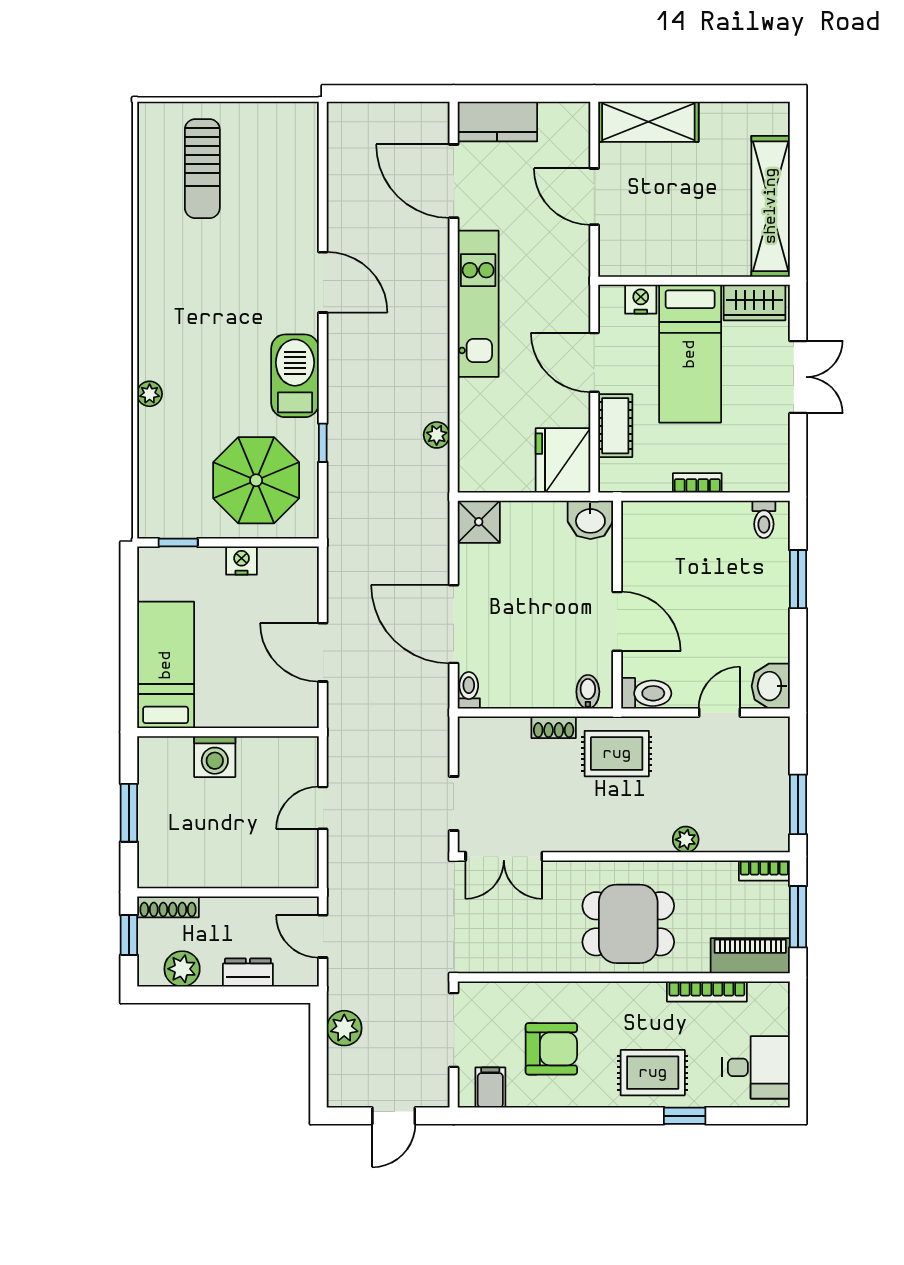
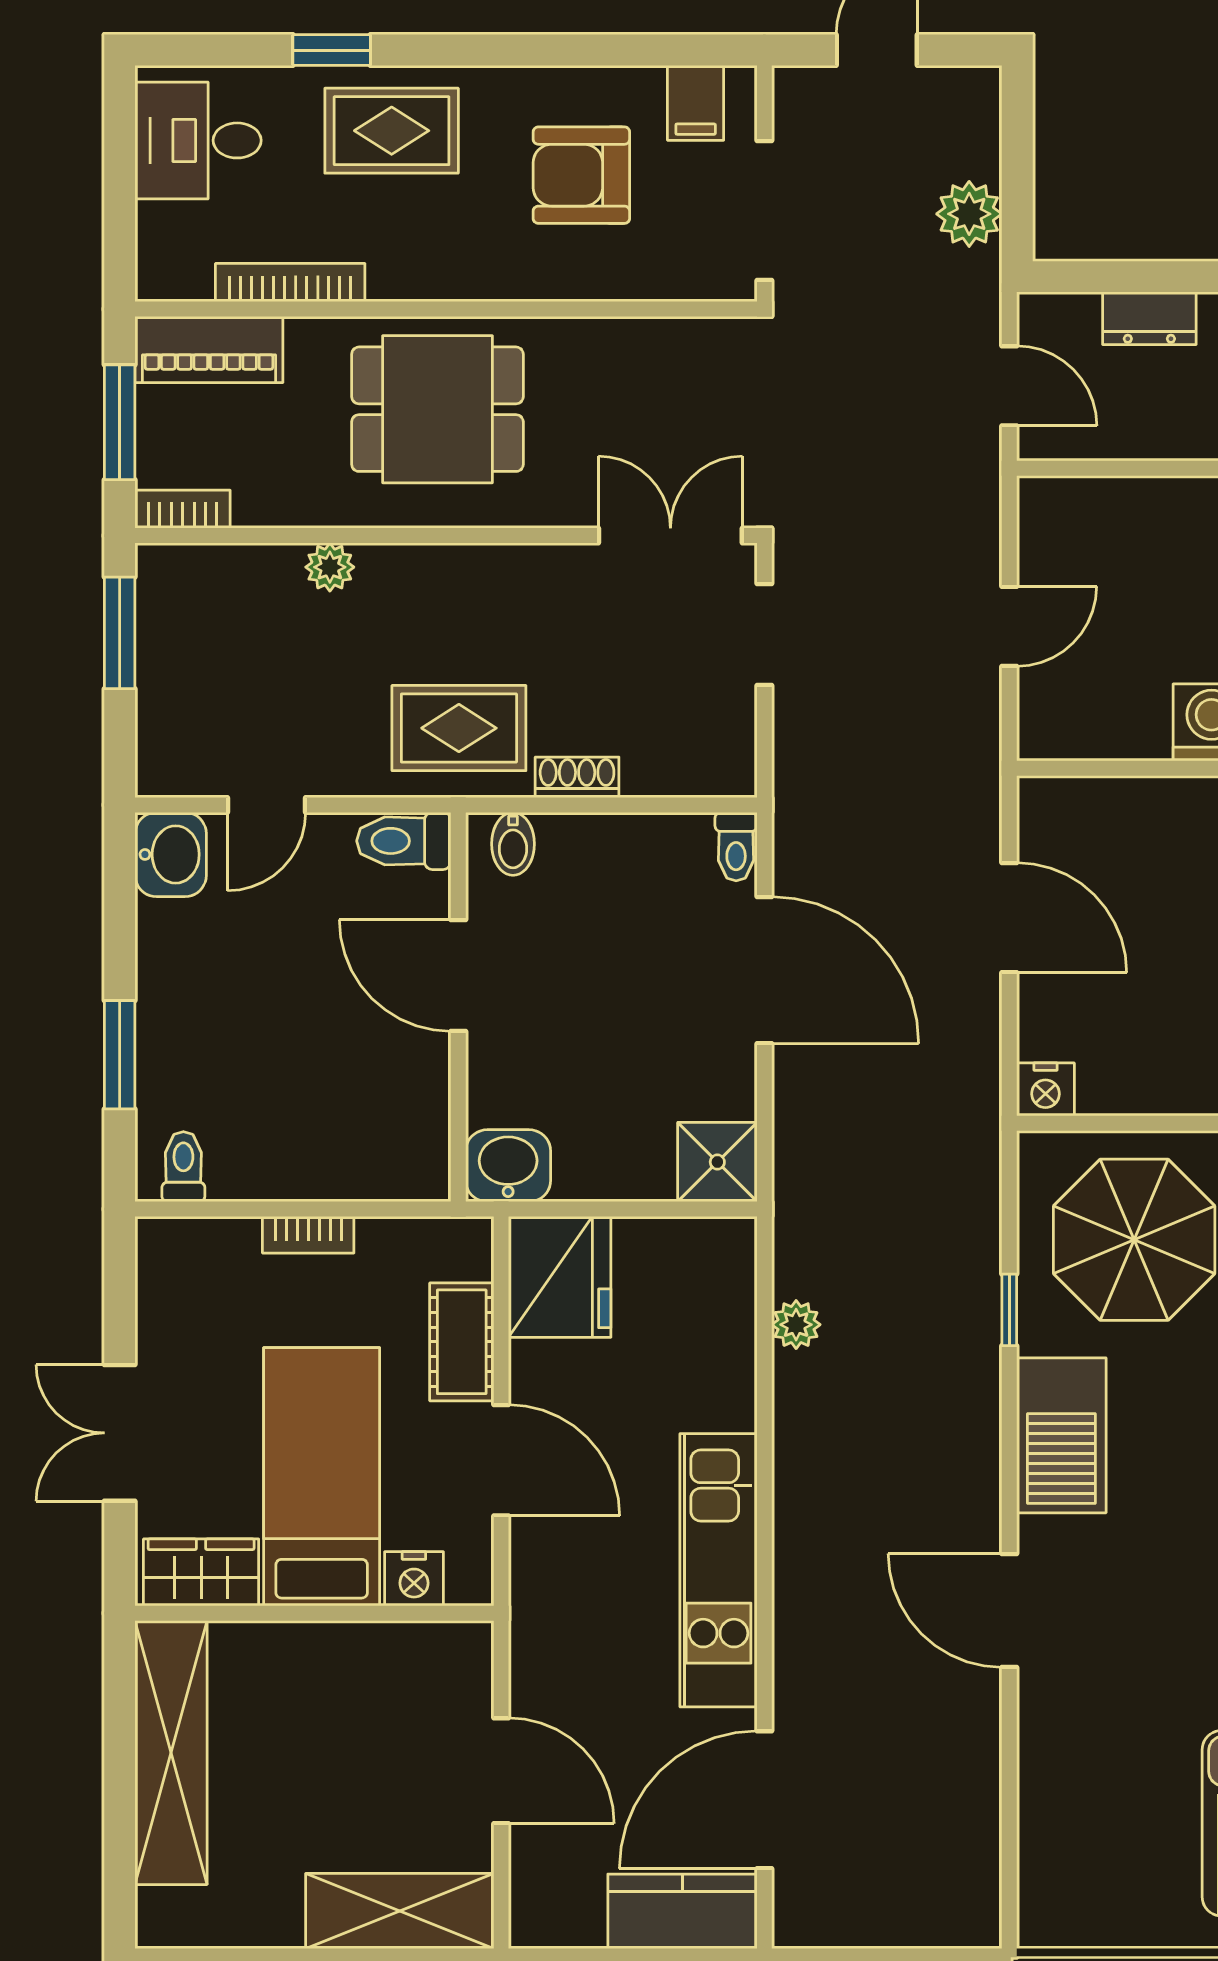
door: (454, 181) -> (764, 1800), swing flipped
nightstand: (242, 561) -> (1045, 1089), moved

